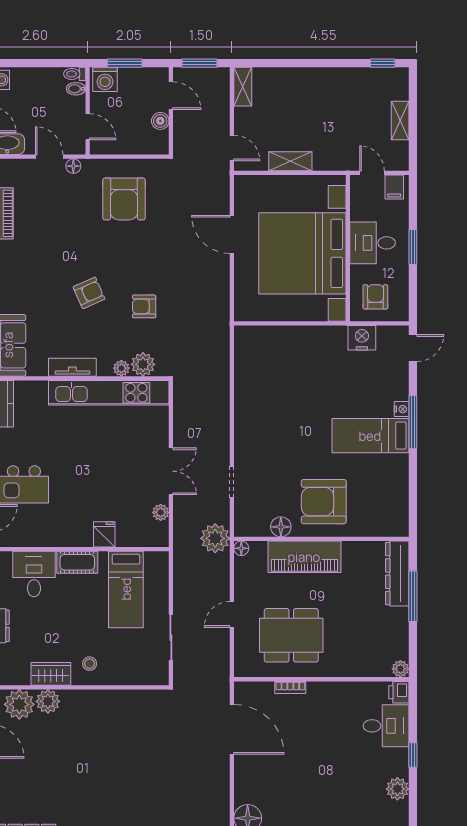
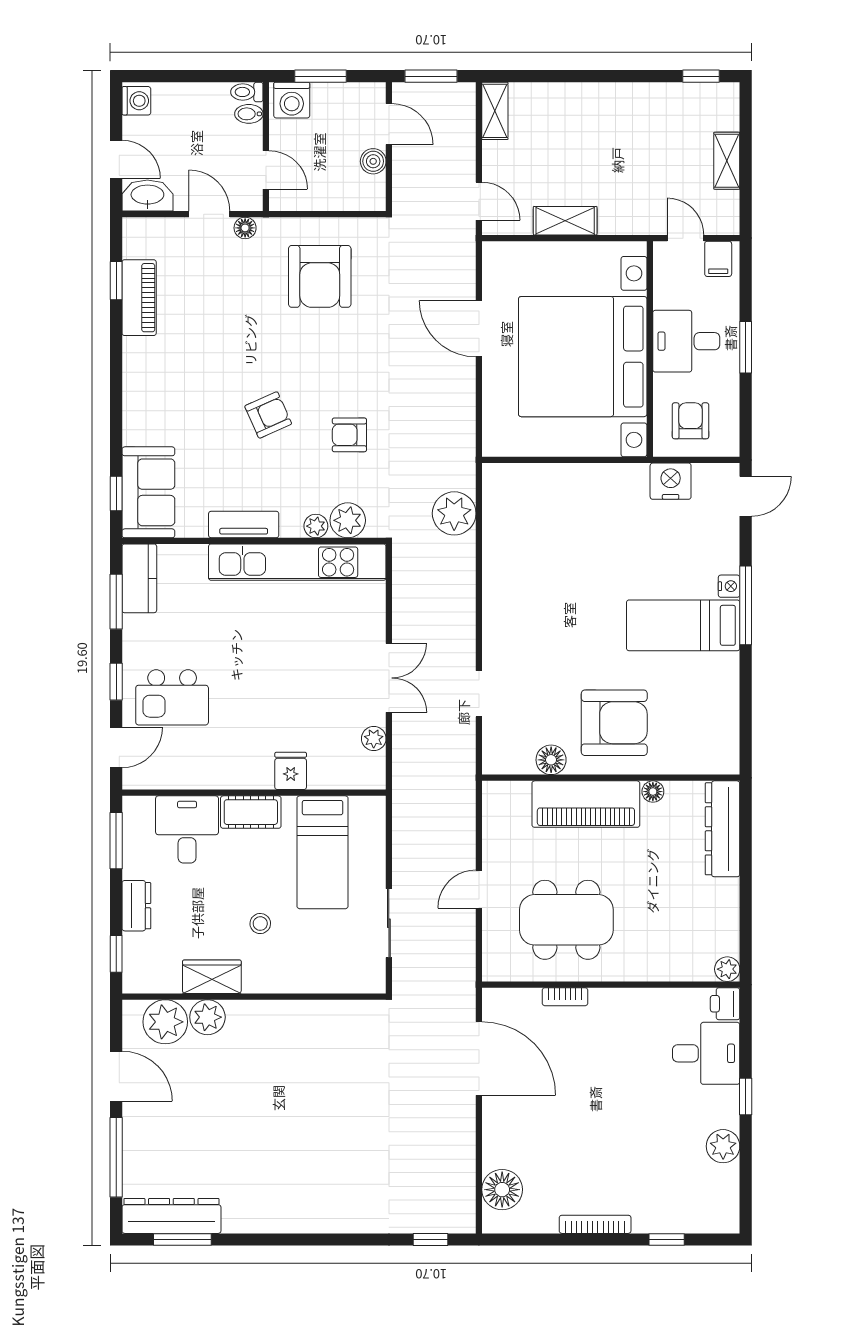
armchair: (324, 502) -> (614, 723), turned 180
plant: (215, 538) -> (454, 513), moved
floor lamp: (241, 548) -> (653, 792), moved
window: (413, 596) -> (746, 862), removed
stool: (90, 664) -> (260, 924), moved

